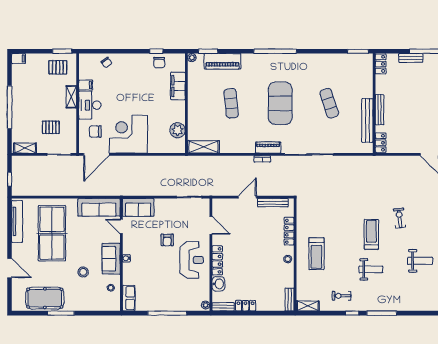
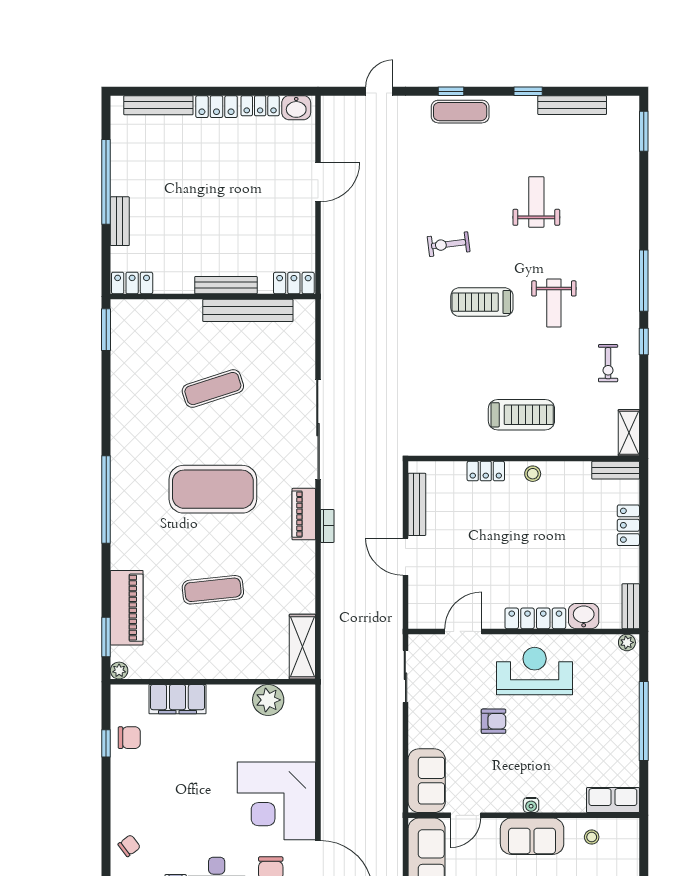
locker: (289, 231) -> (486, 471), width x0.66
weight bench: (371, 269) -> (554, 303), turned 180
locker: (246, 306) -> (628, 525), moved

